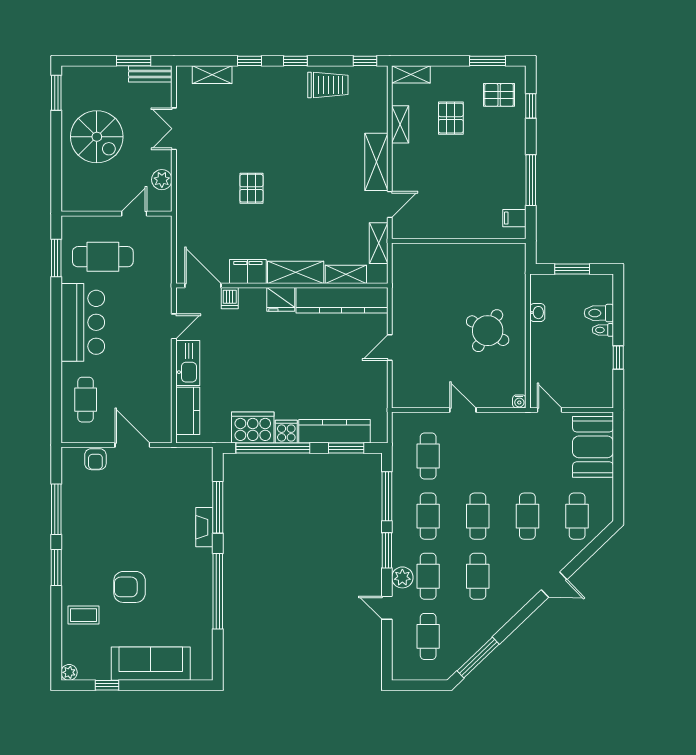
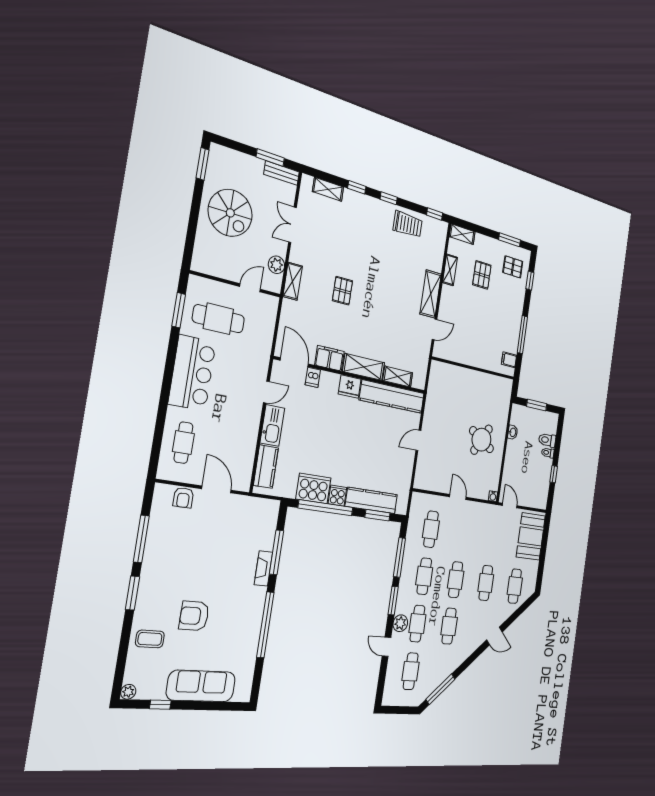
shelving: (379, 243) -> (293, 281), moved

